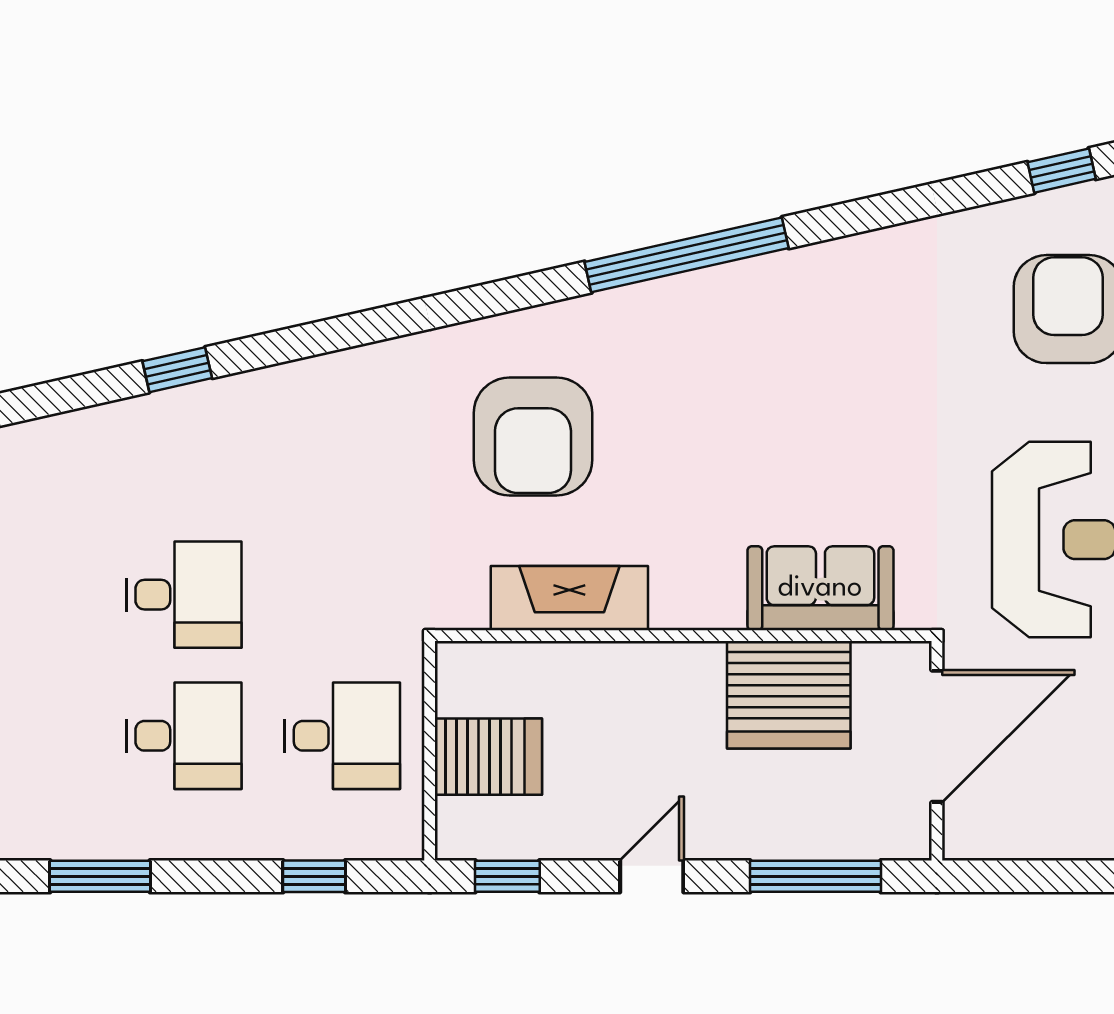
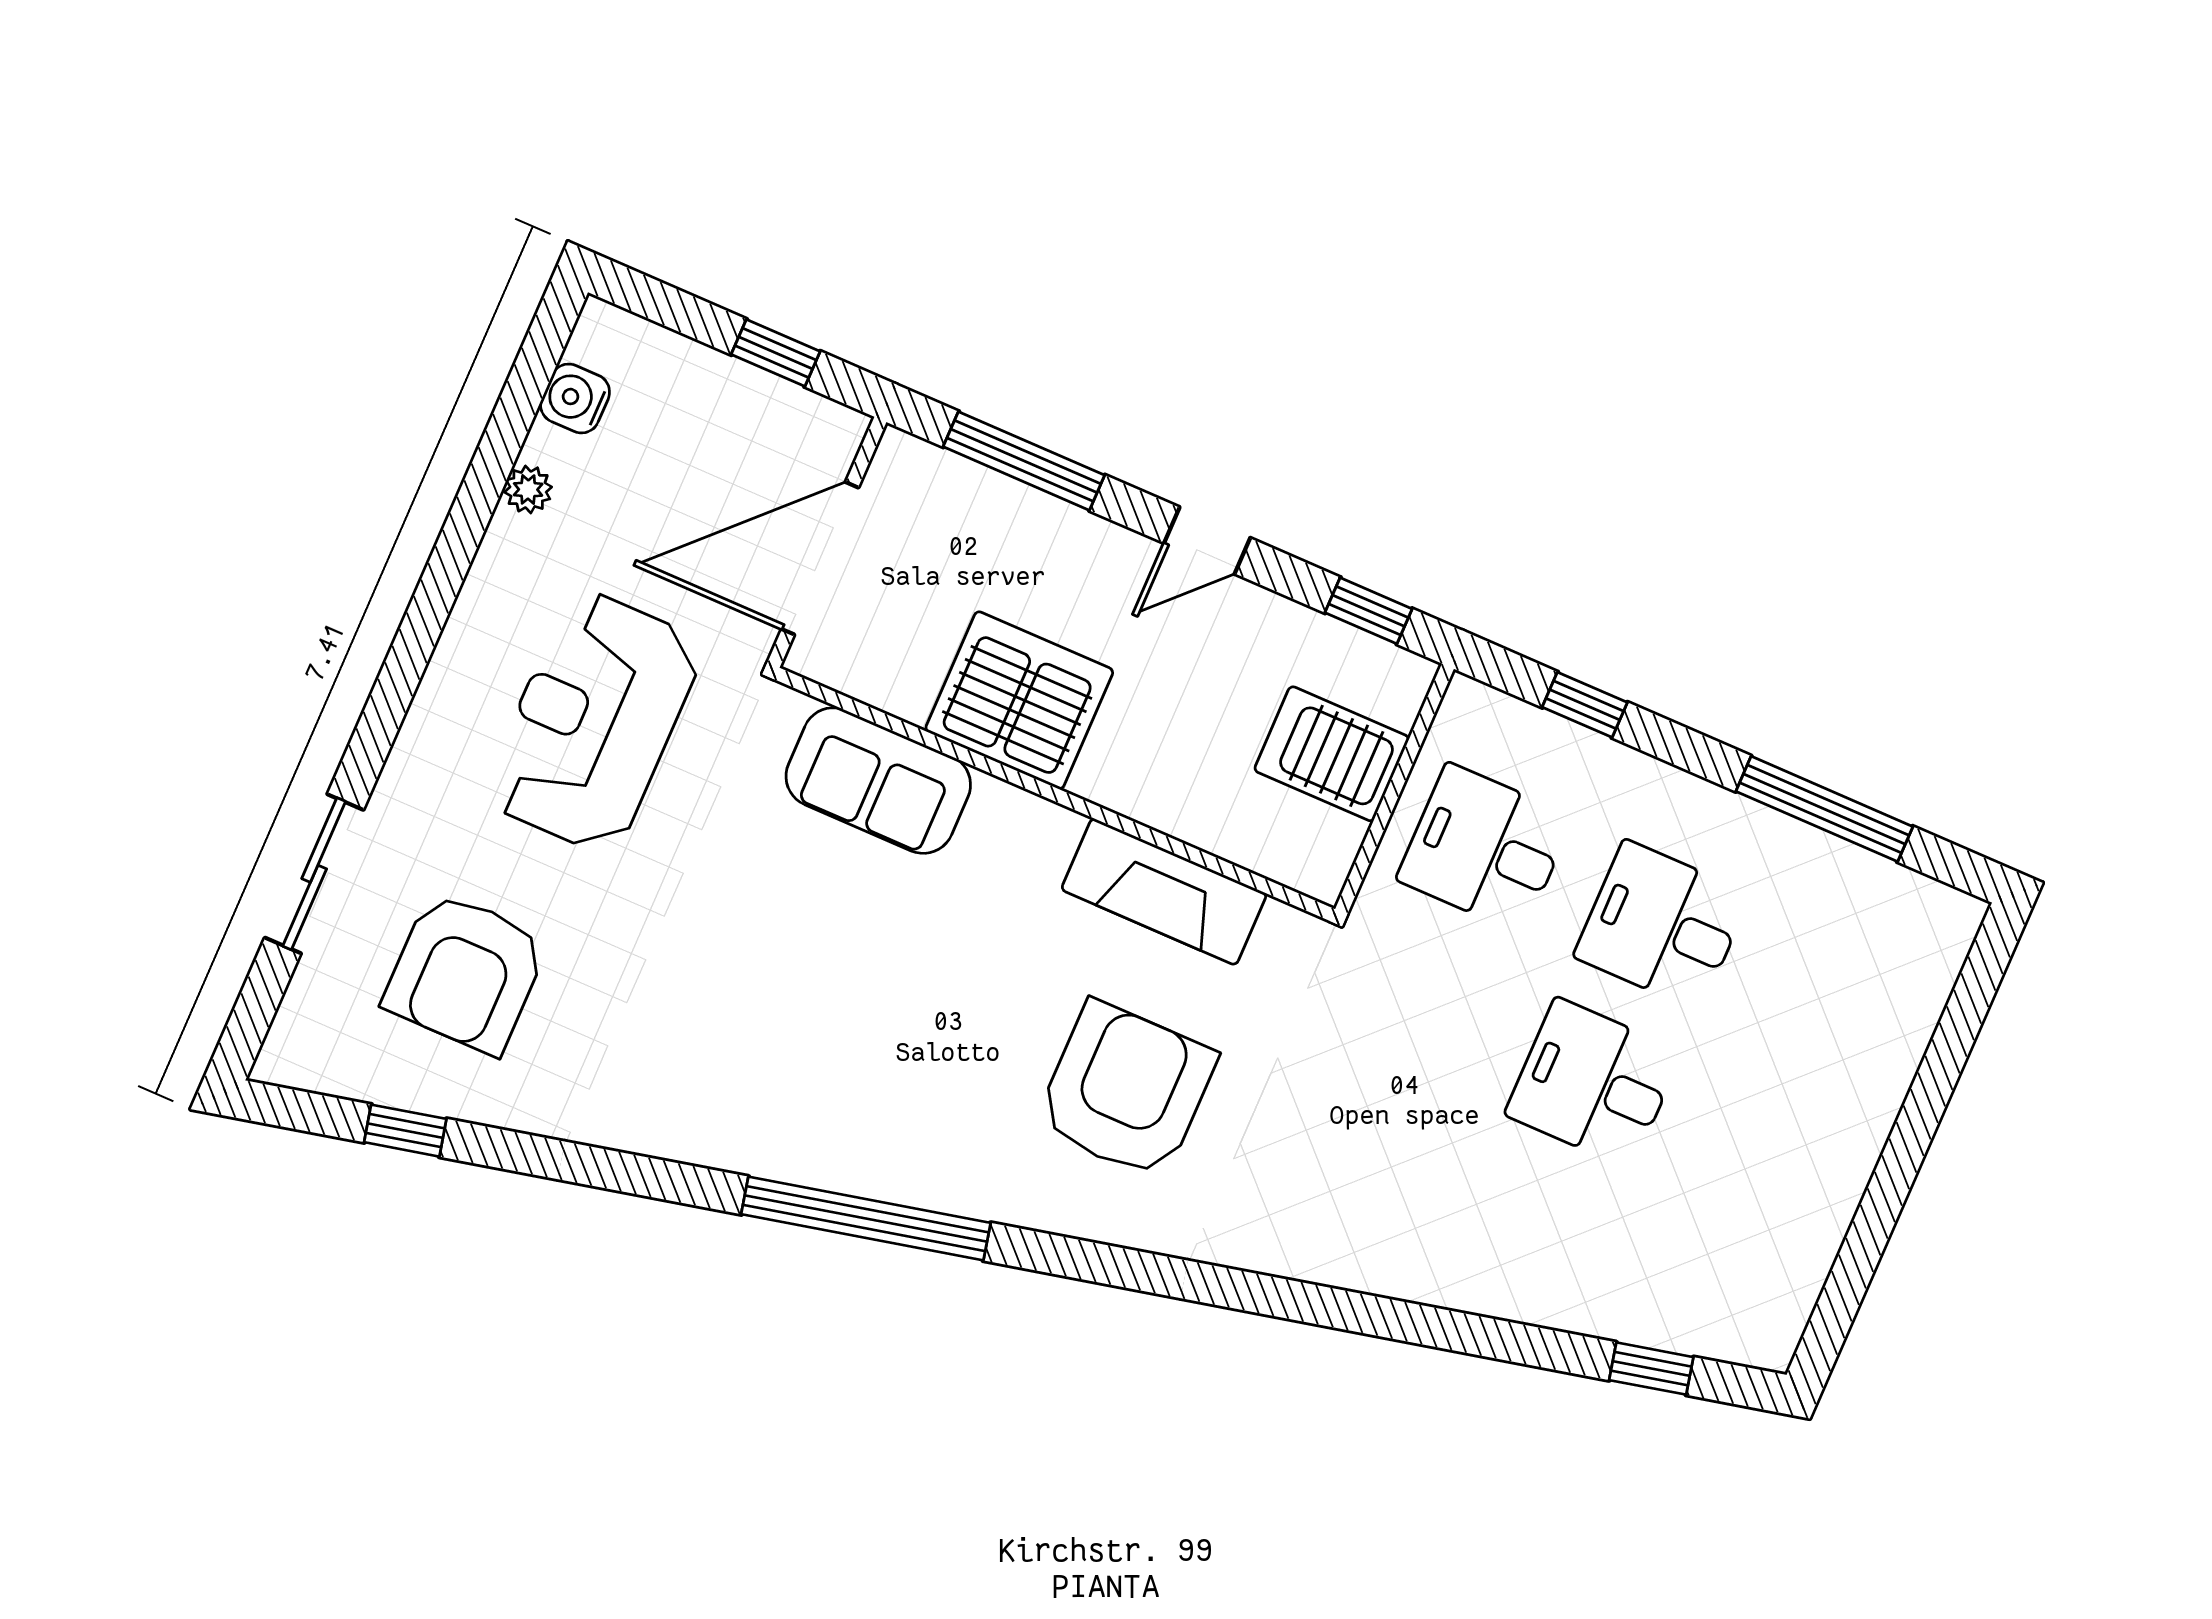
window: (177, 370) -> (1651, 1369), moved
server rack: (789, 695) -> (1019, 700), moved
window: (100, 876) -> (1824, 809), width x1.44
window: (1037, 876) -> (776, 353), added

